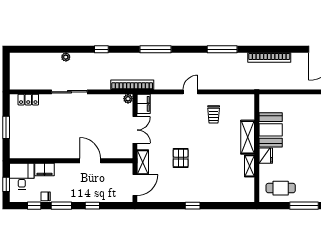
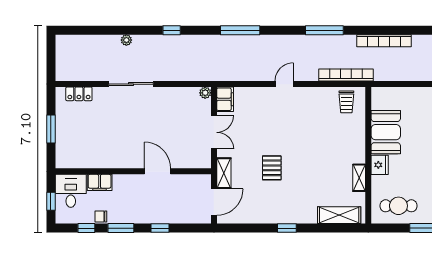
bookcase: (132, 85) -> (346, 75), moved
trolley: (214, 114) -> (346, 102), moved
shelving: (248, 137) -> (339, 215), moved, turned 90

